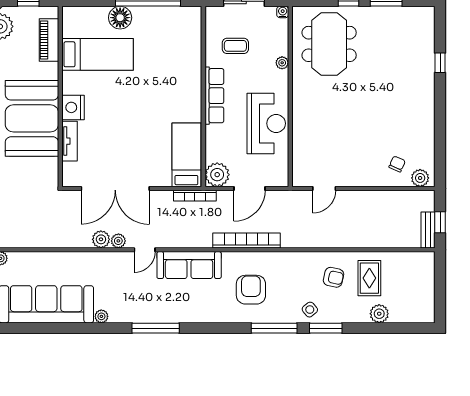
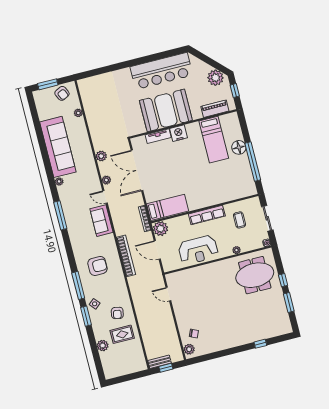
plant: (101, 239) -> (101, 156), moved
sofa: (189, 265) -> (101, 221), width x0.73

